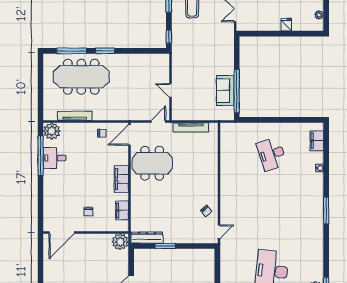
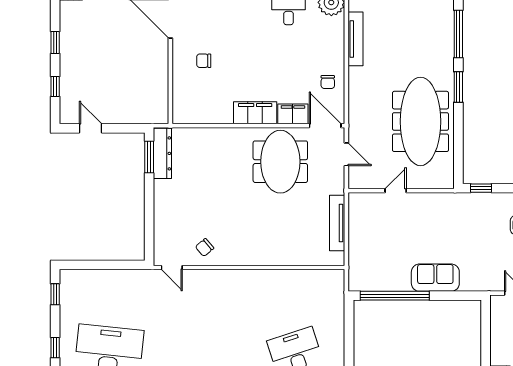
meeting table: (81, 77) -> (420, 121), moved
sofa: (225, 91) -> (435, 278), moved
door: (158, 121) -> (346, 154), moved
filing cabinet: (122, 210) -> (293, 114), moved
plant: (120, 242) -> (156, 111), removed
window: (165, 246) -> (149, 157), moved

